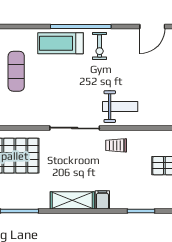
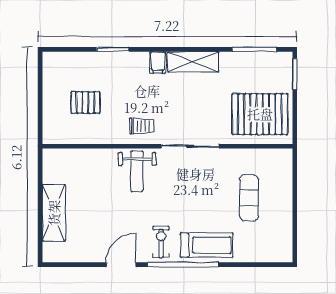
door: (152, 27) -> (121, 265), moved
exercise mat: (16, 71) -> (249, 198), moved
weight bench: (120, 107) -> (137, 171), turned -90

